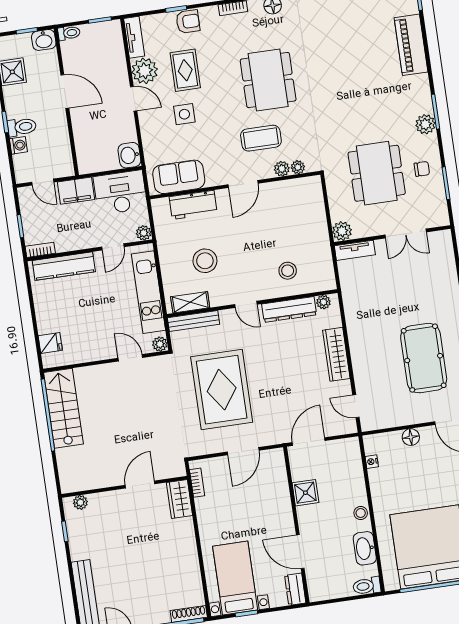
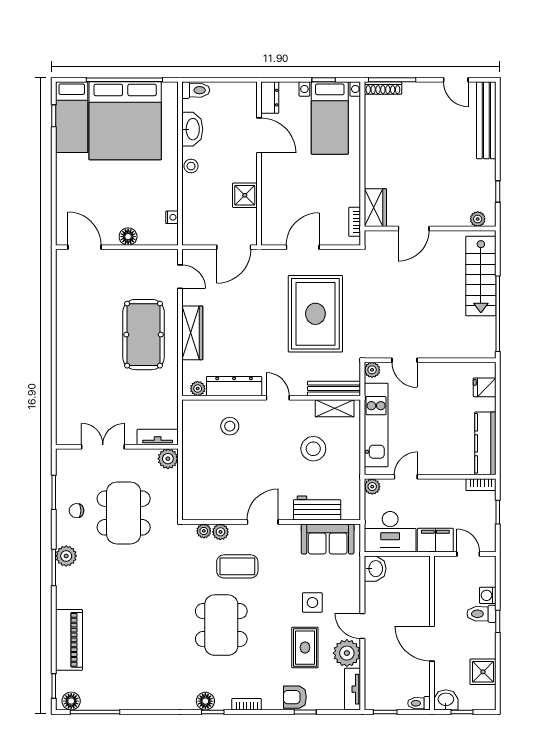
kitchen counter: (64, 266) -> (485, 443), moved, turned -90
pool table: (424, 358) -> (144, 335), moved
stairs: (63, 408) -> (481, 276), moved

